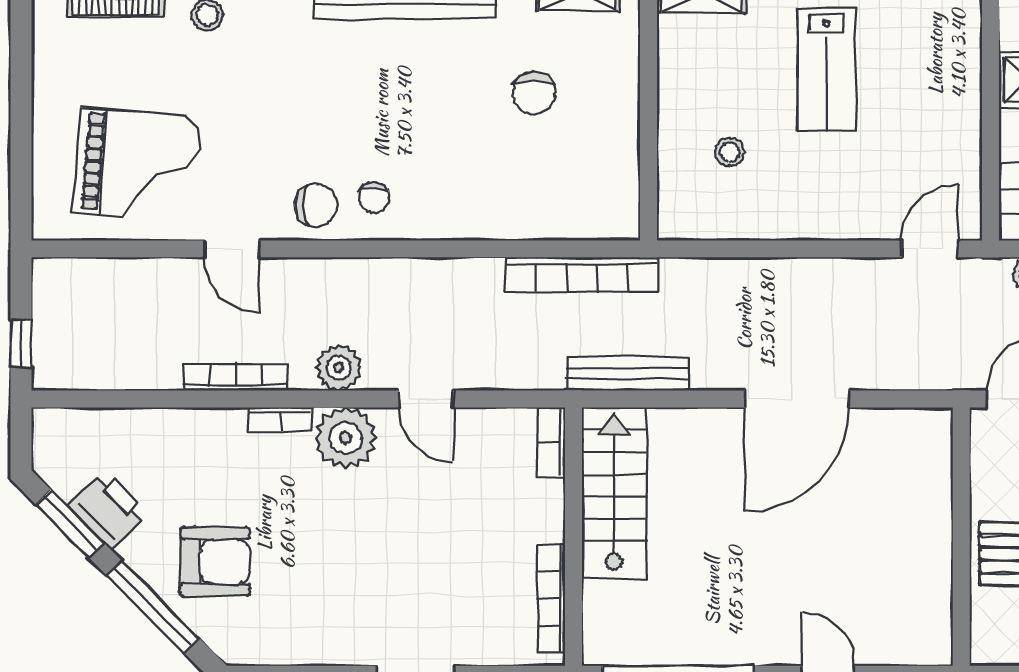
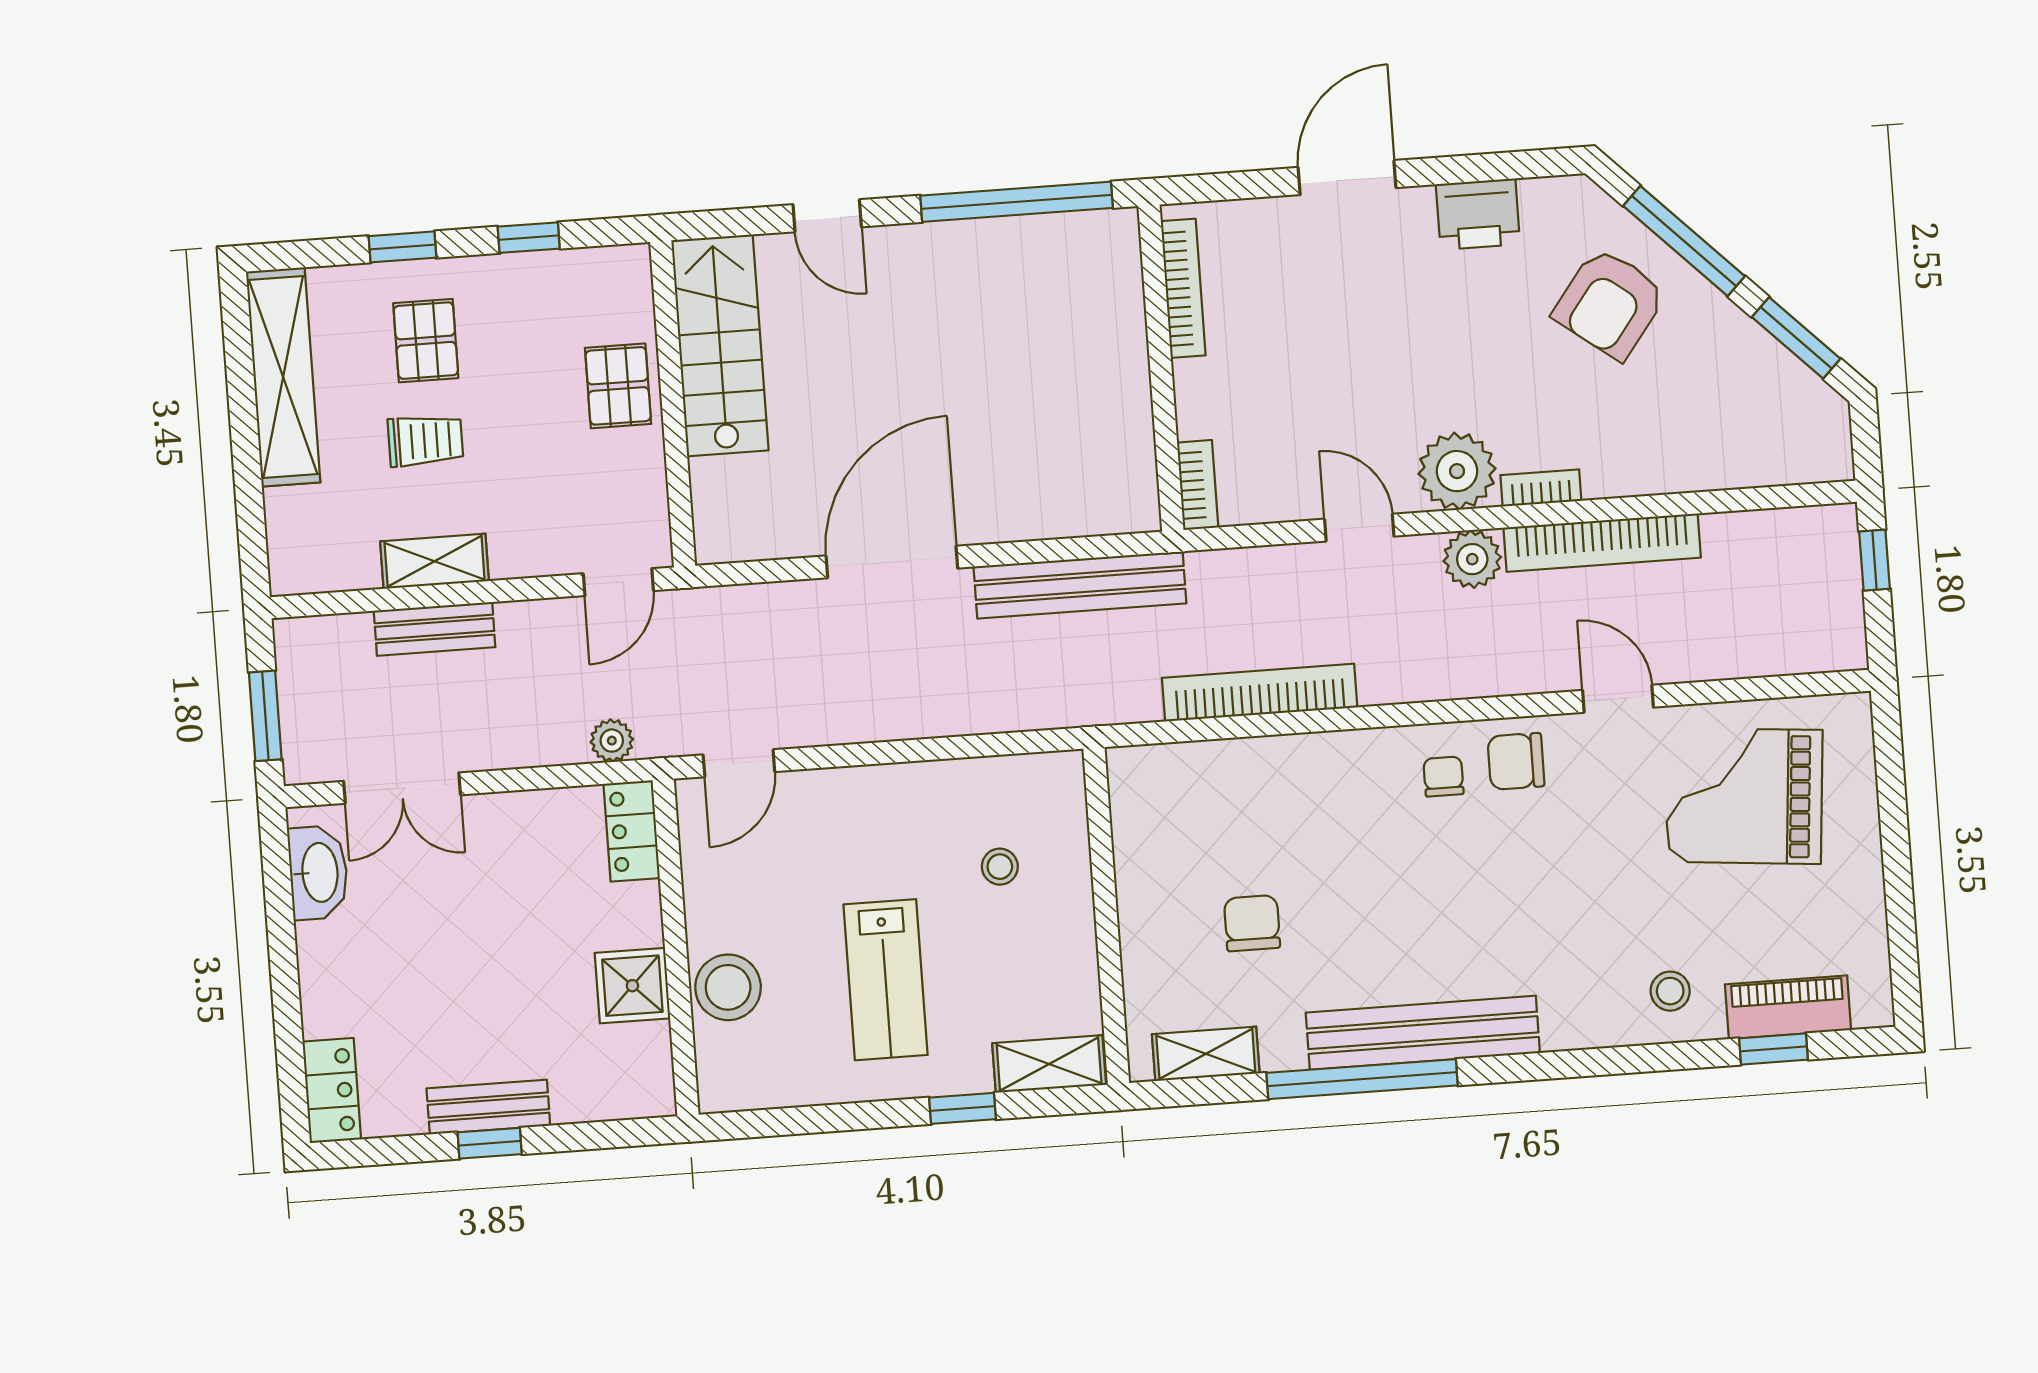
lab bench: (826, 69) -> (886, 980), turned 180
stool: (951, 73) -> (728, 987), added
bookcase: (582, 275) -> (1260, 693), moved
bench: (628, 374) -> (1080, 585), width x1.37, depth x1.21
bookcase: (235, 377) -> (1602, 543), width x1.48, depth x1.31
stairs: (614, 493) -> (720, 345), moved, turned 180
printer: (108, 510) -> (1478, 214), moved, turned -45
armchair: (215, 562) -> (1610, 303), turned -53

